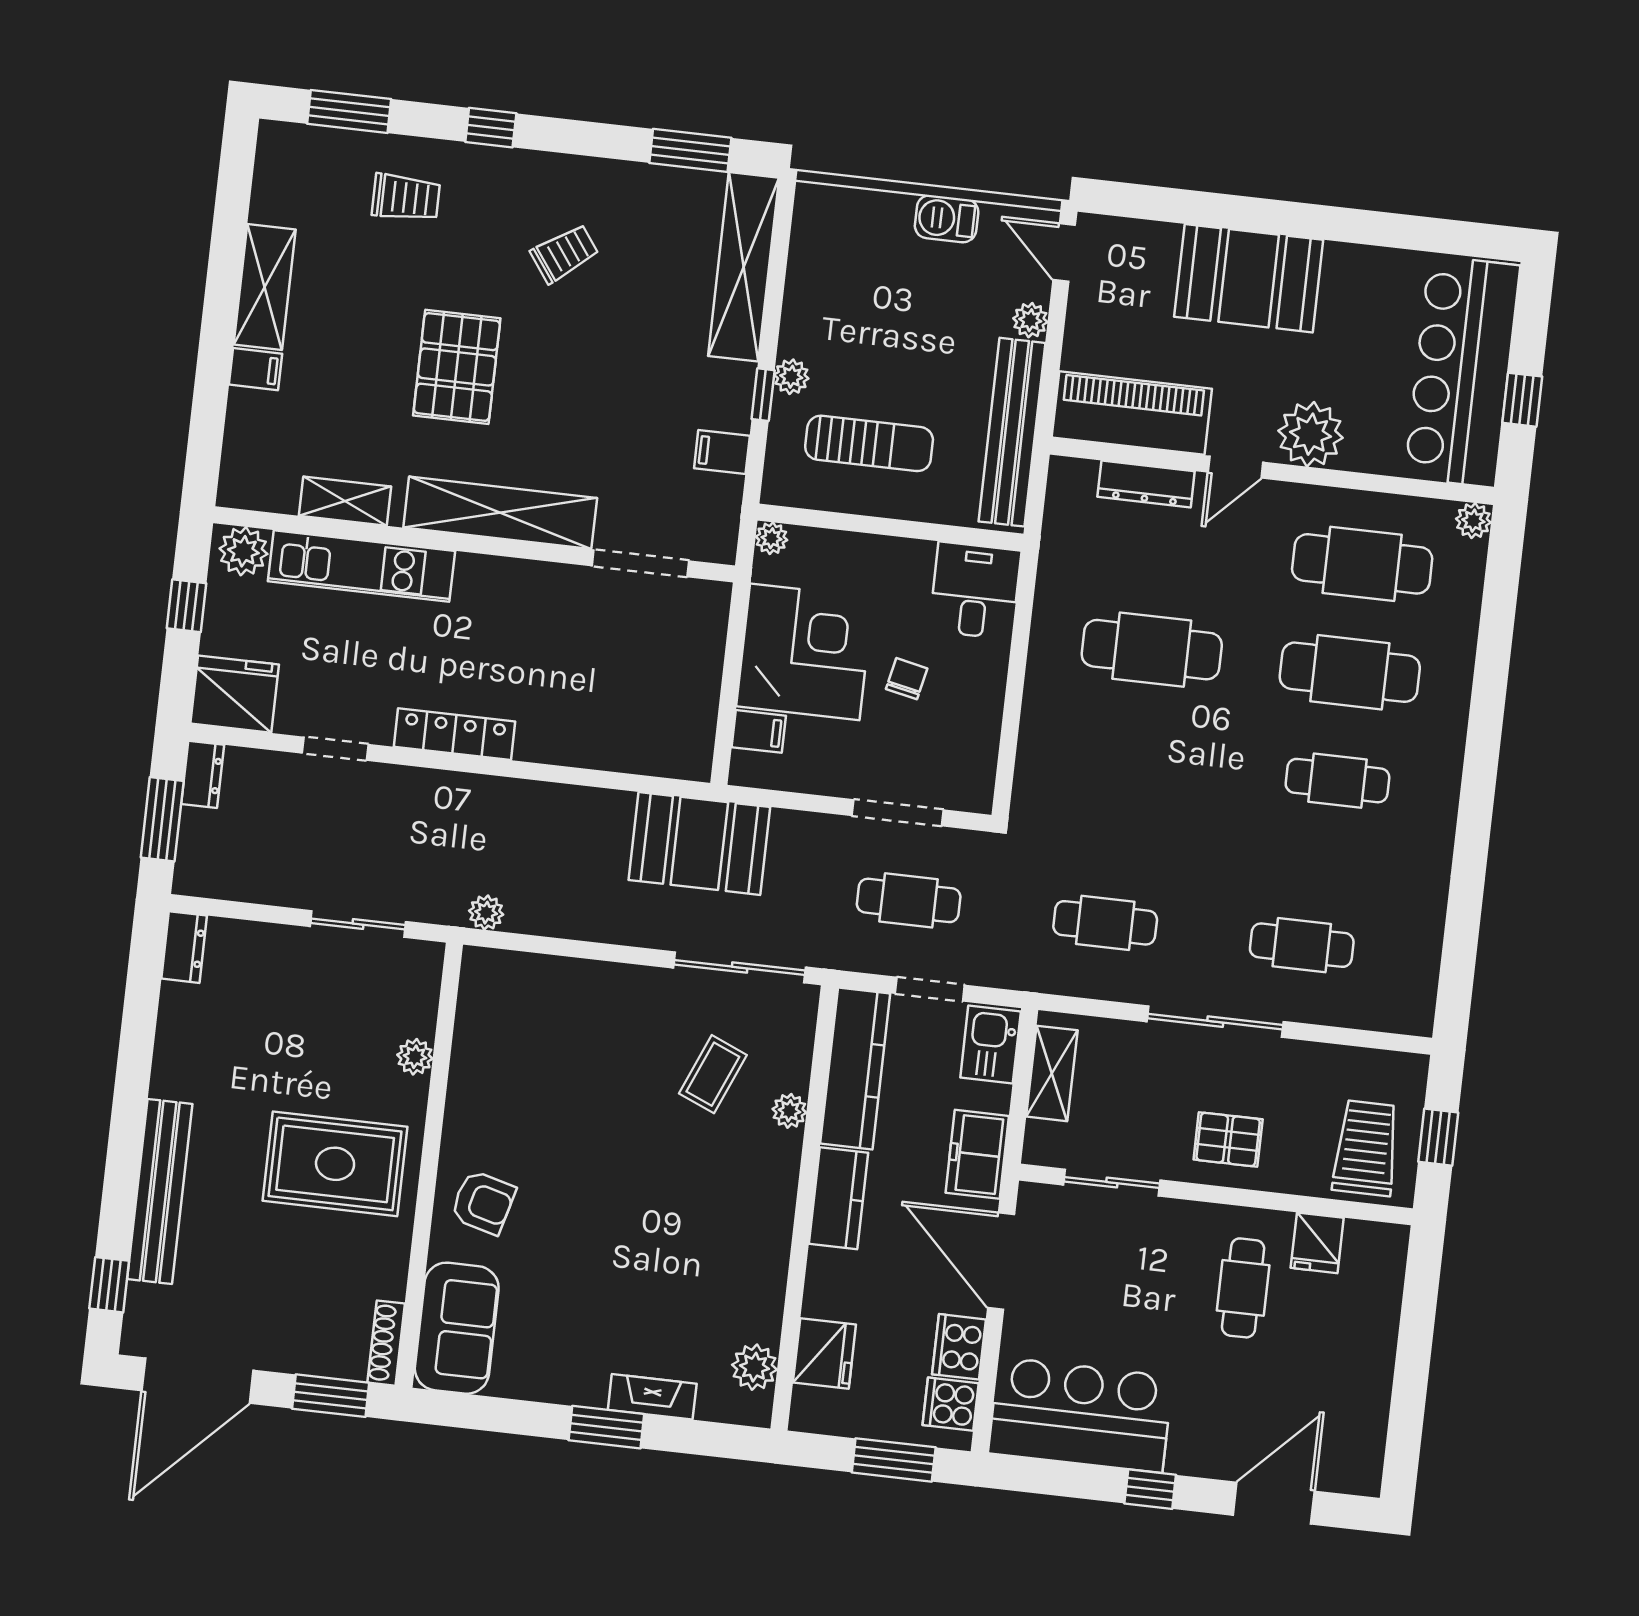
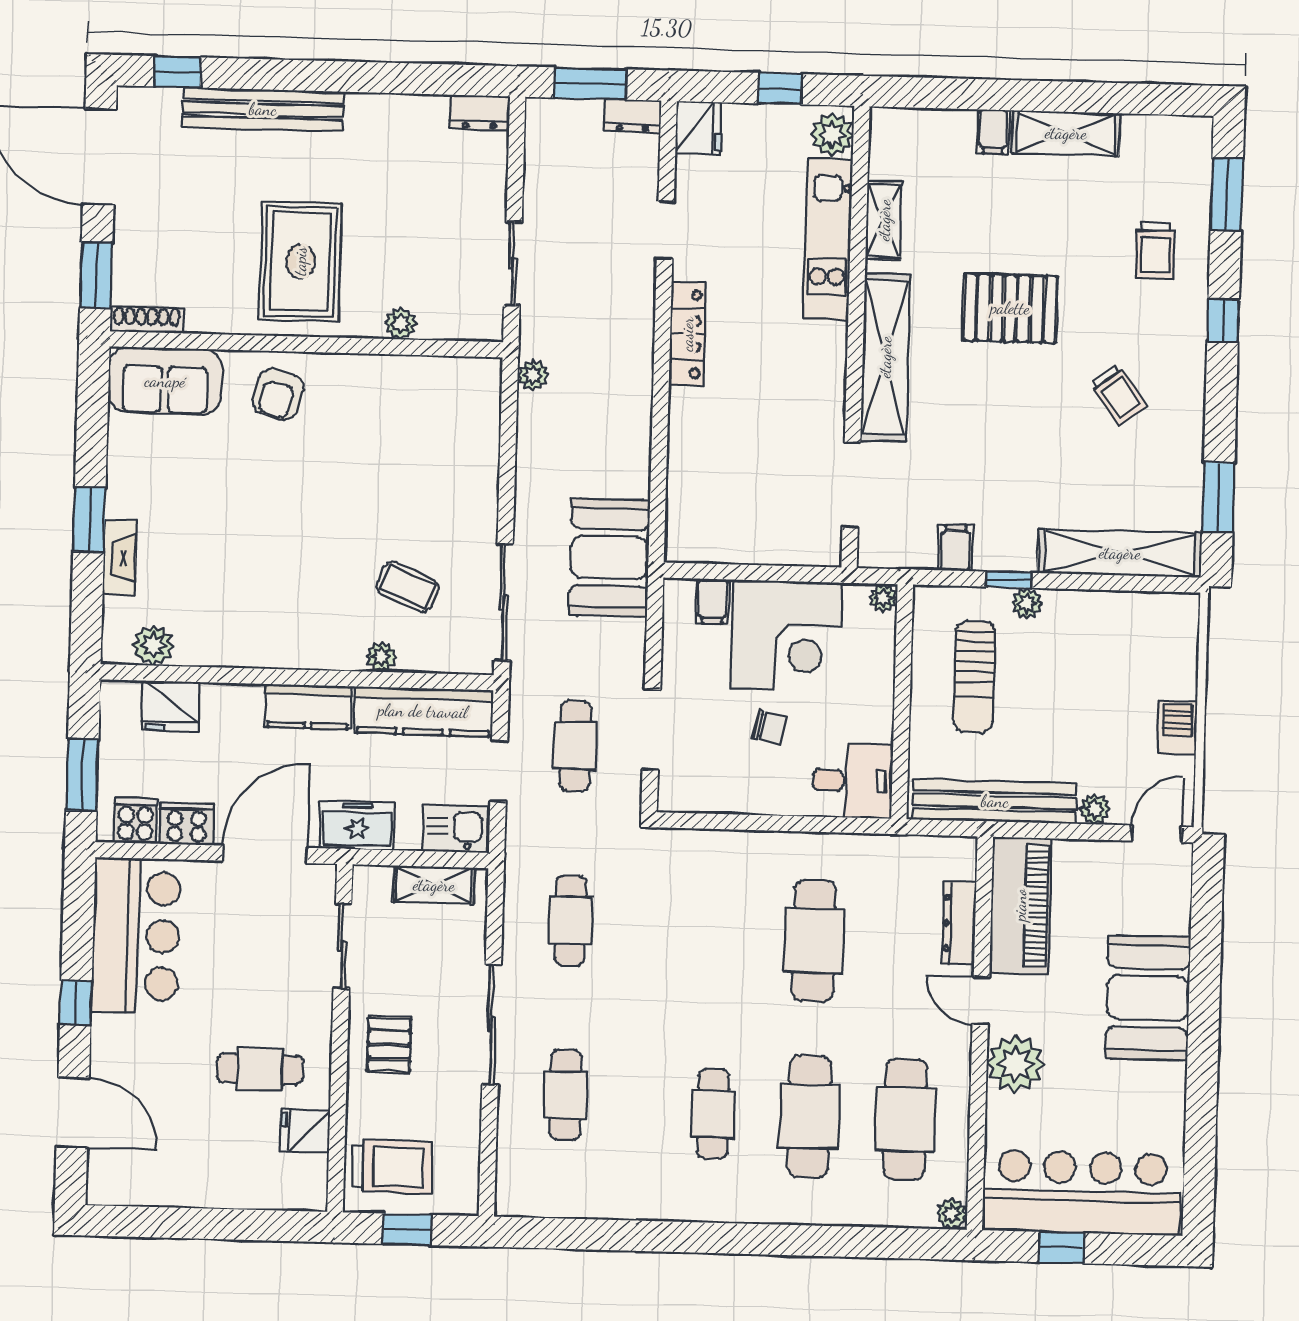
fridge: (235, 694) -> (698, 128), width x0.73, depth x0.75

